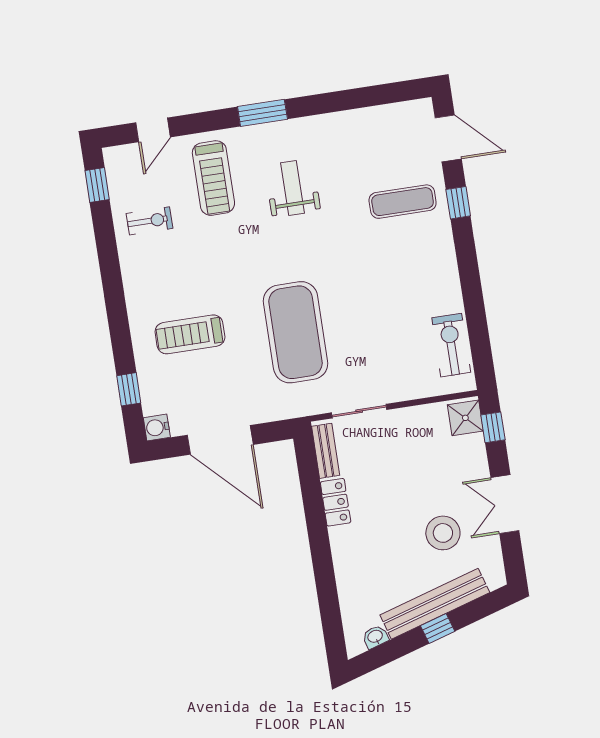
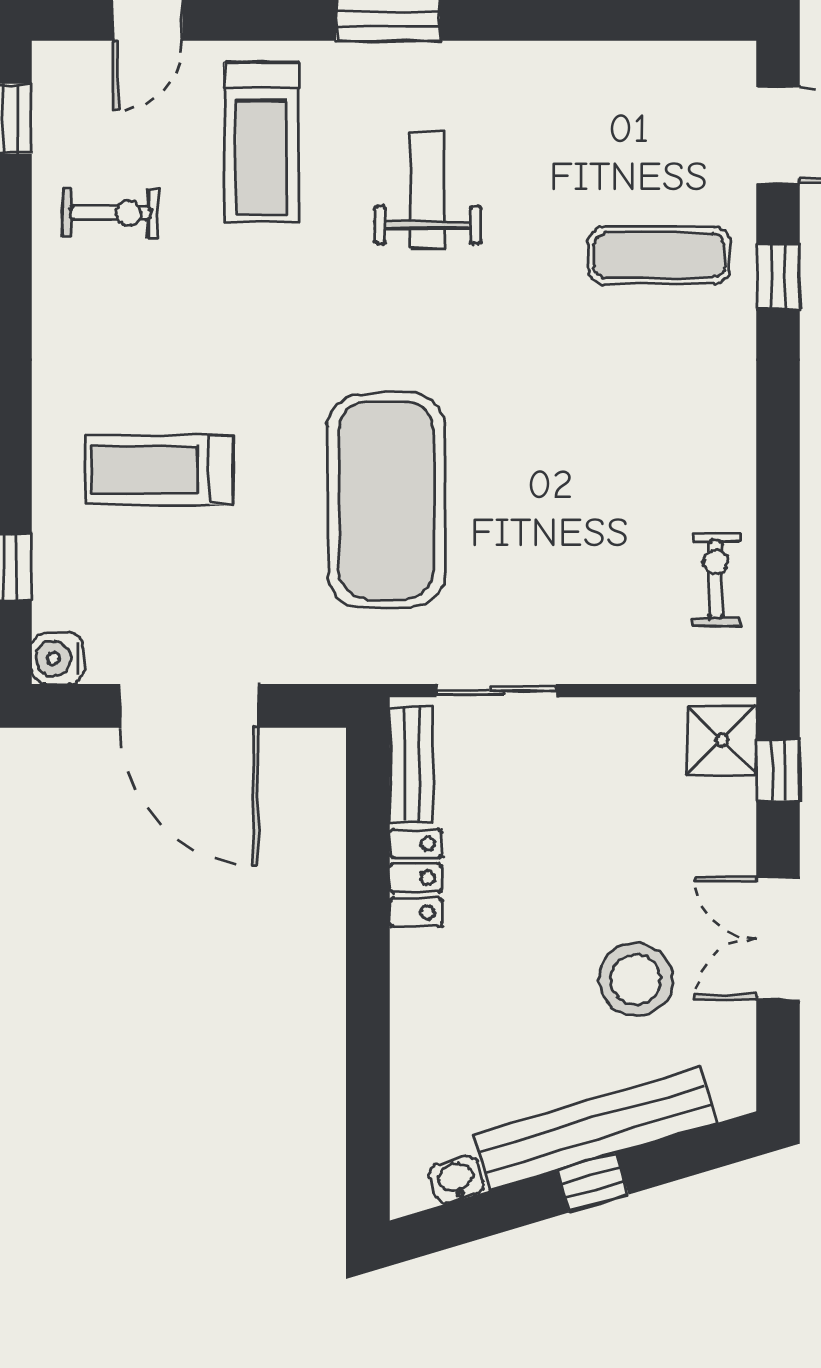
exercise bike: (451, 345) -> (716, 579), width x0.73, depth x0.72

